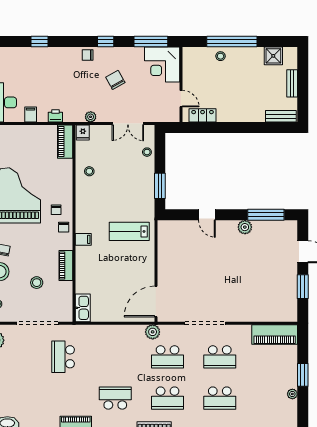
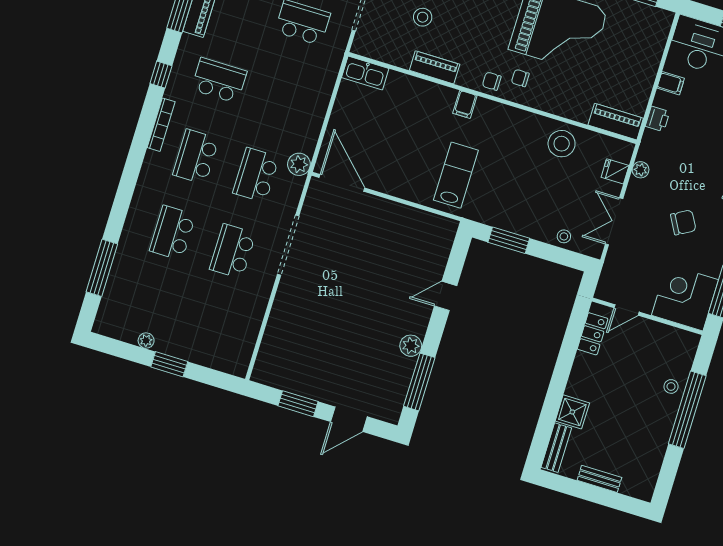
shower: (273, 56) -> (572, 412), moved
fridge: (83, 132) -> (615, 171), moved
stool: (89, 171) -> (562, 144), width x1.89, depth x1.89
piano: (275, 334) -> (241, 341), removed
school desk: (115, 398) -> (219, 80), turned -90

